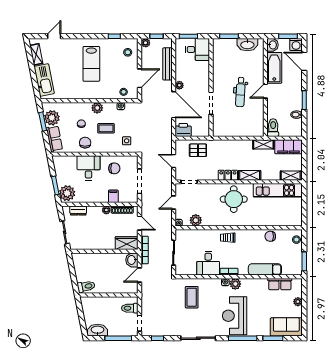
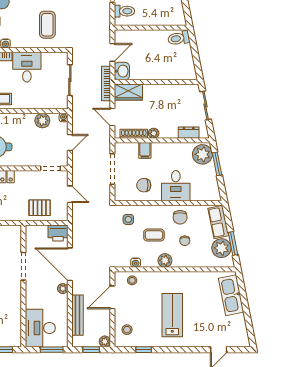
desk: (197, 49) -> (40, 328), width x1.37
shelving: (36, 54) -> (241, 327), removed

